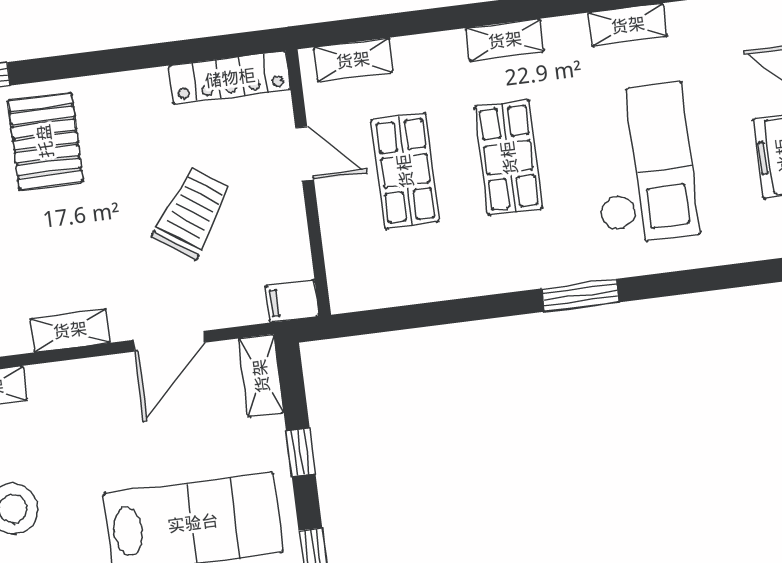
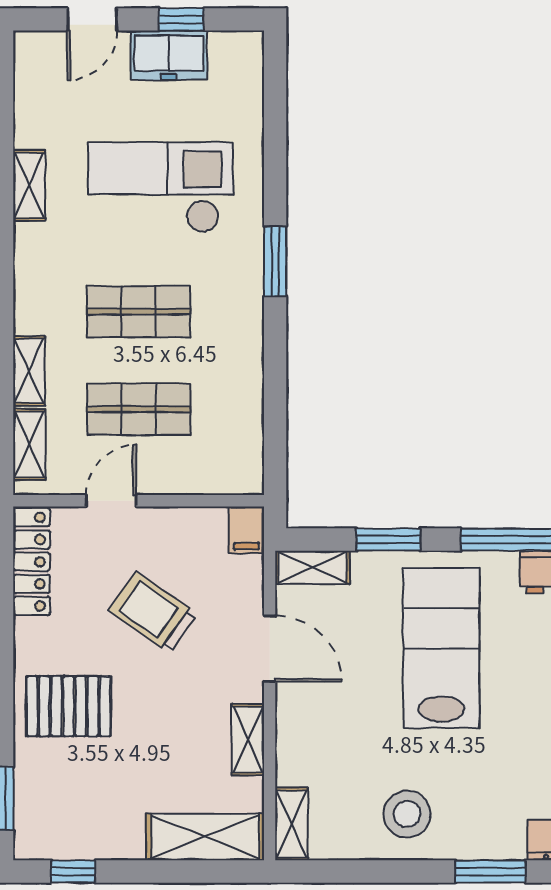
shelving: (505, 40) -> (29, 371), moved
pallet: (45, 141) -> (69, 706), moved
window: (301, 452) -> (388, 539), width x1.50

